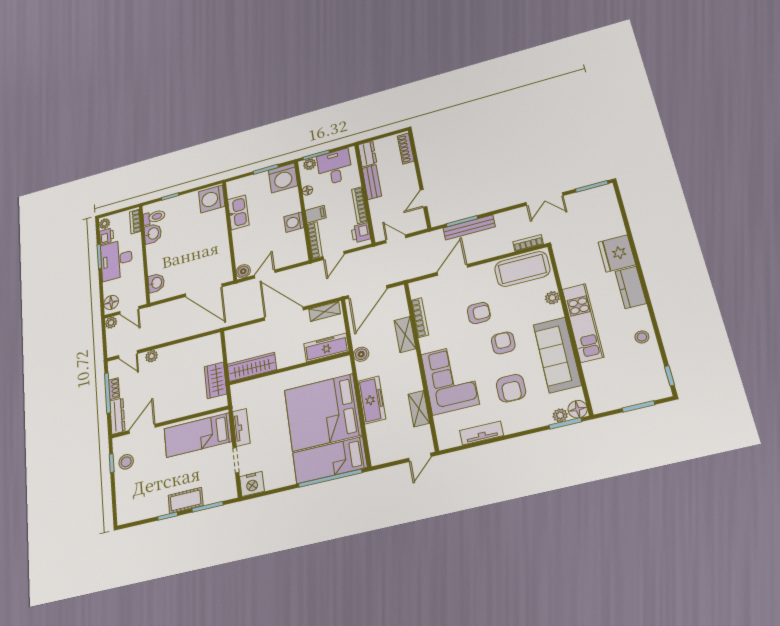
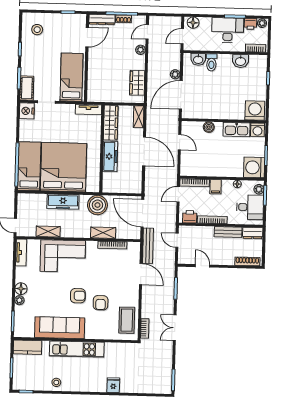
double door: (544, 199) -> (175, 328), moved
toilet: (154, 217) -> (211, 62), moved
washing machine: (294, 222) -> (257, 130), moved, turned 180
bench: (469, 227) -> (148, 246), moved
door: (396, 239) -> (177, 240), swing flipped
fridge: (617, 253) -> (113, 385), width x0.53, depth x0.75
door: (334, 256) -> (178, 194), hinge flipped
coffee table: (522, 269) -> (127, 320), width x0.73, depth x0.76
boiler: (243, 271) -> (209, 127), moved
kitchen counter: (631, 287) -> (27, 347), moved, turned 180
plant: (552, 298) -> (100, 334), removed
shelving: (325, 311) -> (139, 117), moved
armchair: (479, 313) -> (101, 303), moved
door: (284, 314) -> (144, 151), hinge flipped
plant: (111, 323) -> (175, 74), moved
freezer: (326, 347) -> (110, 156), moved
boiler: (361, 354) -> (97, 205), width x1.86, depth x1.86
wardrobe: (215, 380) -> (137, 83), moved, turned -90
armchair: (511, 388) -> (45, 293), removed
floor lamp: (578, 409) -> (21, 289), moved
plant: (560, 415) -> (19, 300), moved
tv unit: (241, 427) -> (88, 109), moved
door: (142, 429) -> (87, 37), hinge flipped
tv unit: (481, 433) -> (21, 253), moved
stool: (126, 462) -> (37, 30), moved
cot: (186, 500) -> (27, 88), moved

